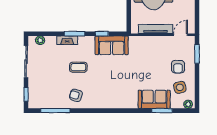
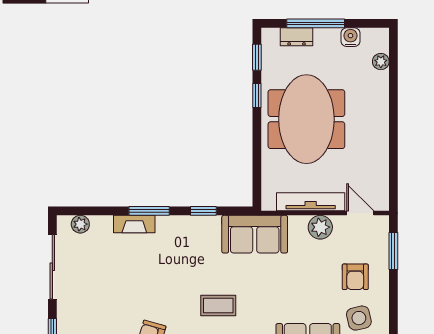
door: (181, 35) -> (360, 213), hinge flipped
plant: (160, 42) -> (320, 227), added
sofa: (112, 45) -> (255, 234), moved
coffee table: (78, 67) -> (218, 305), moved

